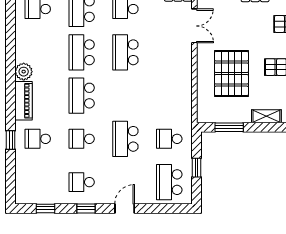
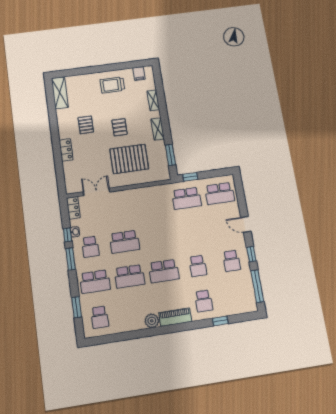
school desk: (125, 139) -> (192, 232), removed
school desk: (169, 139) -> (187, 198), width x1.85
window: (11, 140) -> (220, 321), moved
window: (197, 168) -> (190, 177), moved
window: (46, 208) -> (257, 286), width x2.17

